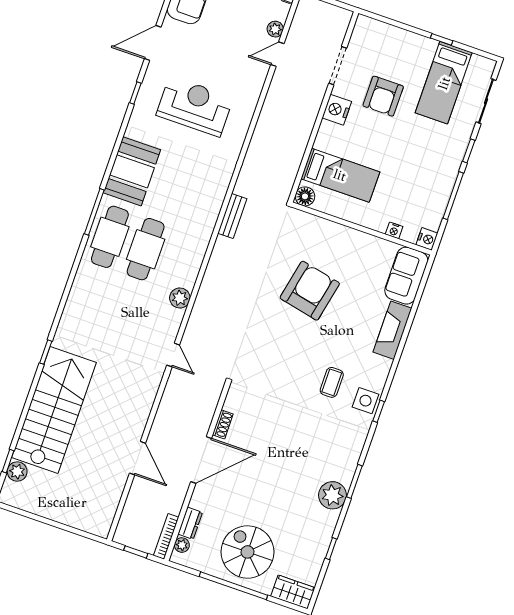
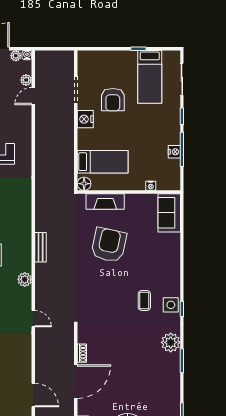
bench: (232, 216) -> (41, 247), moved
nightstand: (427, 239) -> (174, 152), moved
fireplace: (392, 330) -> (105, 201), moved, turned -90
plant: (332, 495) -> (171, 342), moved

